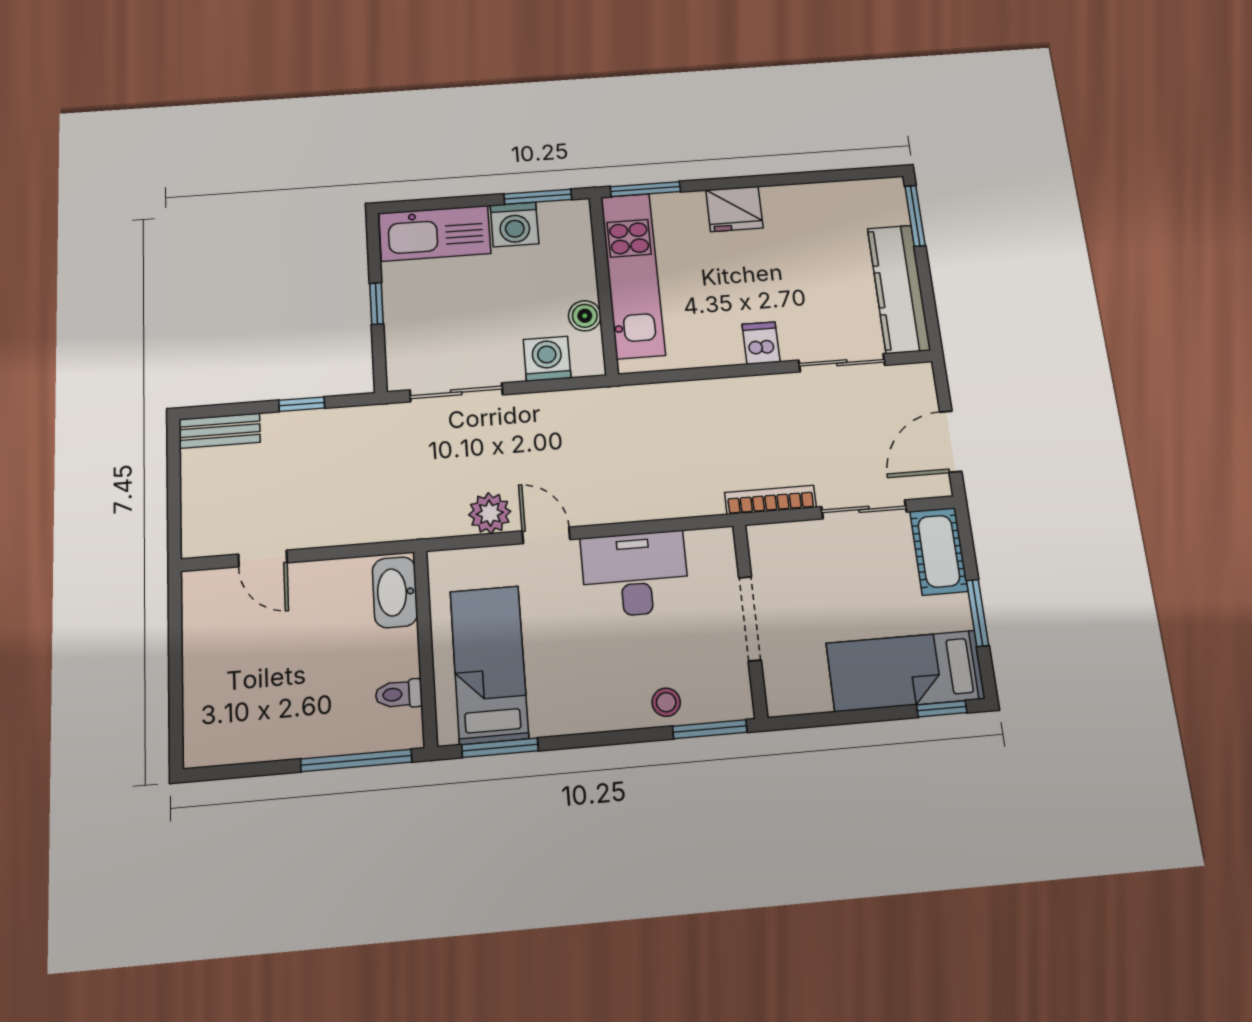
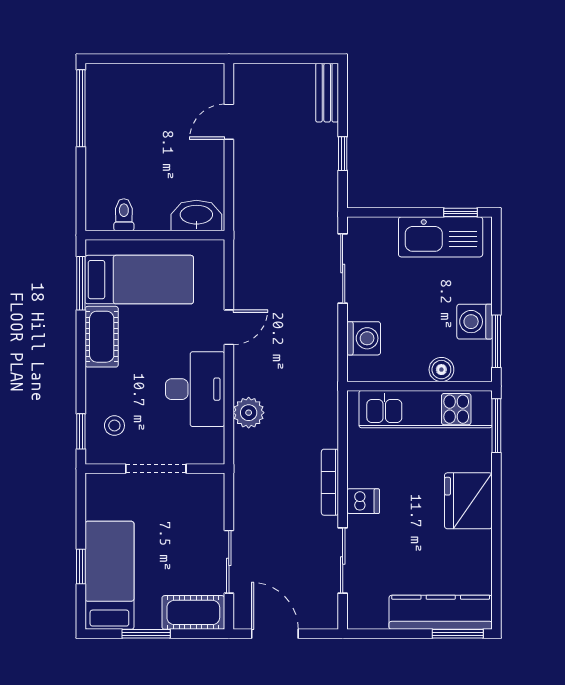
fridge: (734, 209) -> (468, 501), width x1.36, depth x1.34
kitchen sink: (435, 233) -> (441, 237), moved, turned -90
kitchen counter: (899, 289) -> (441, 612), moved
window: (376, 304) -> (461, 212), moved
boiler: (585, 316) -> (441, 370), moved
bookcase: (770, 500) -> (330, 482), moved, turned 180
plant: (490, 513) -> (249, 413), moved
stool: (666, 702) -> (114, 426), moved
window: (942, 709) -> (81, 567), moved
cot: (574, 711) -> (102, 337), added
window: (710, 729) -> (81, 431), width x0.67
window: (356, 760) -> (81, 108), moved

